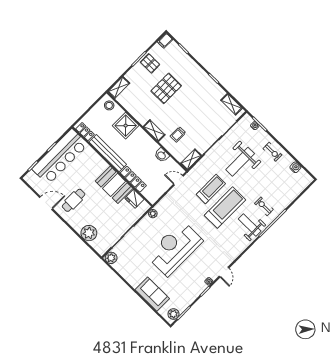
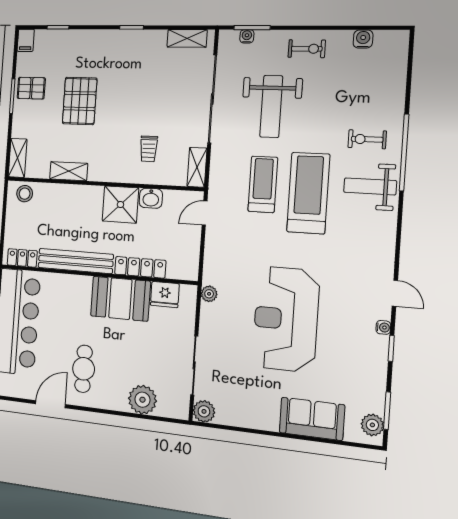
shower: (126, 126) -> (120, 205), moved
shelving: (154, 131) -> (69, 171), moved

